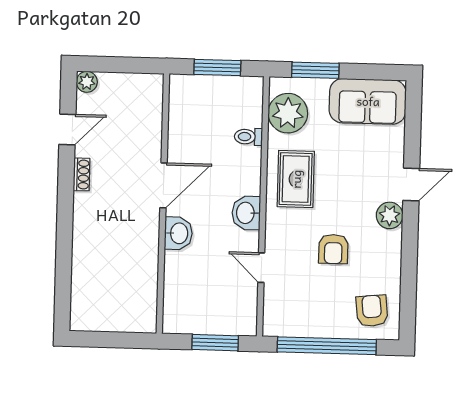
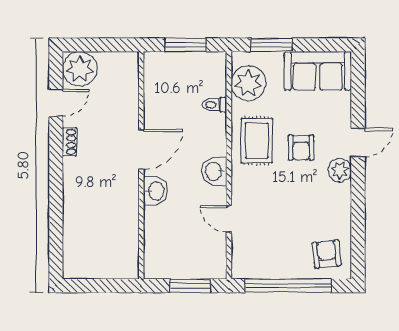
plant: (87, 82) -> (80, 69), width x1.88, depth x1.88
armchair: (333, 249) -> (301, 148), moved

